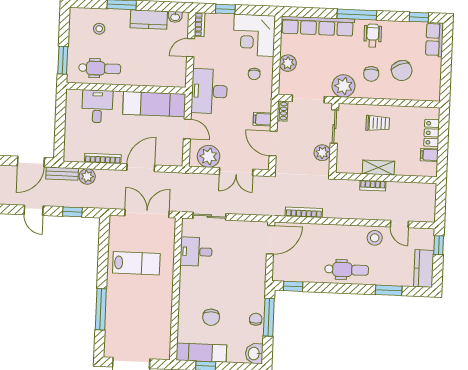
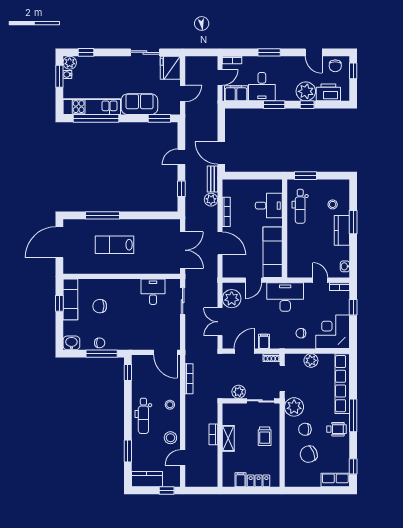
kitchen counter: (149, 19) -> (342, 230), moved
stool: (334, 237) -> (170, 405), added
lab bench: (136, 263) -> (115, 245), moved, turned 90

